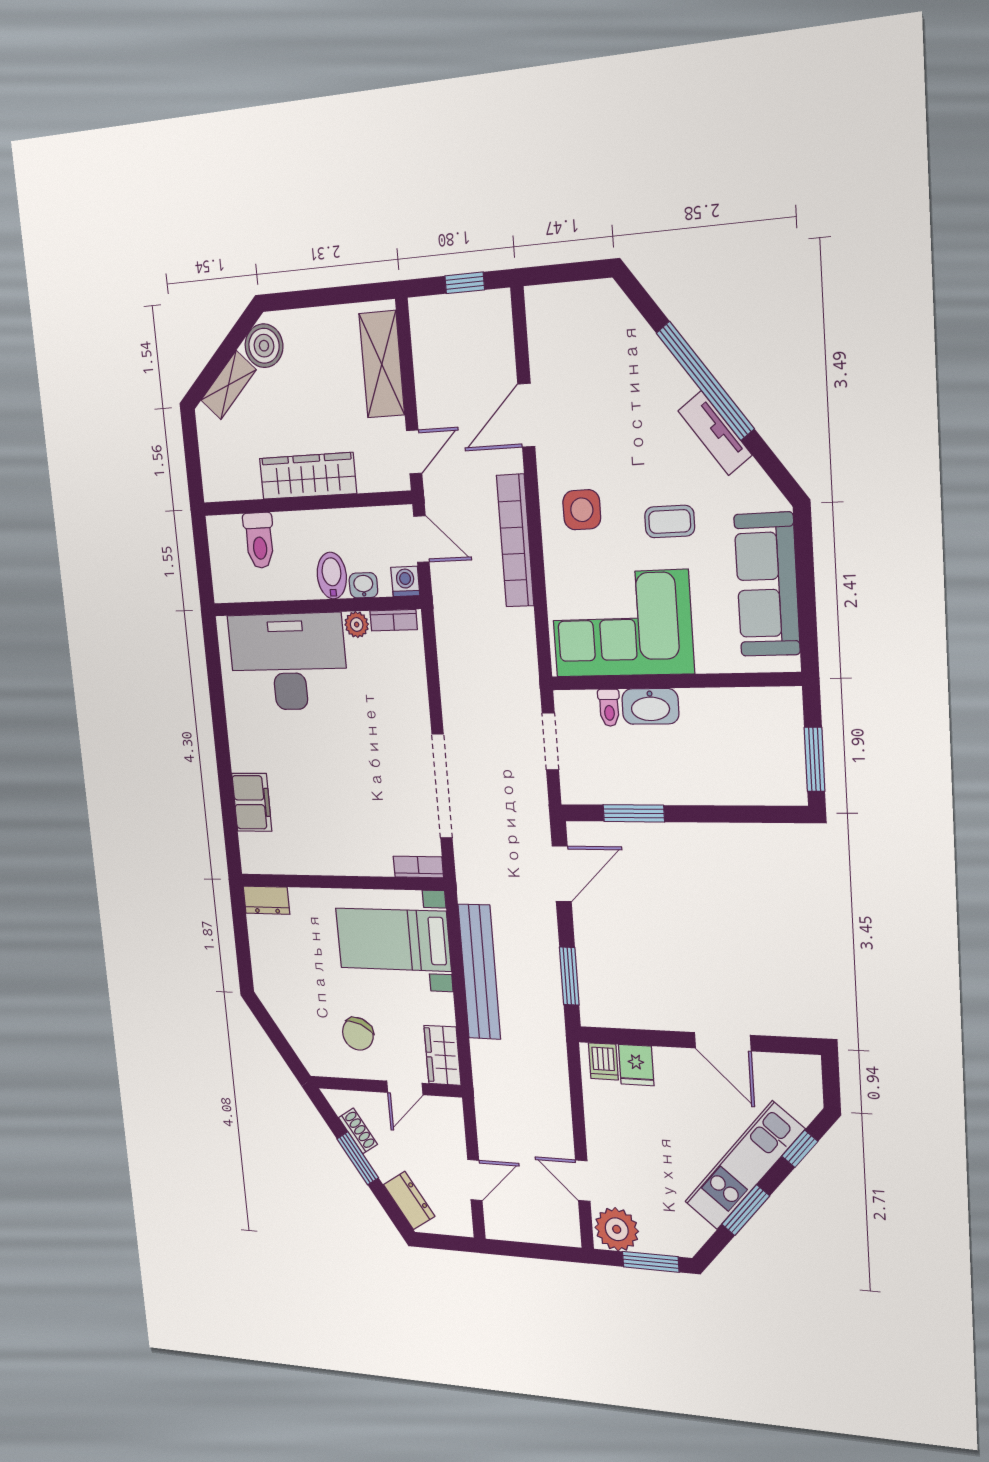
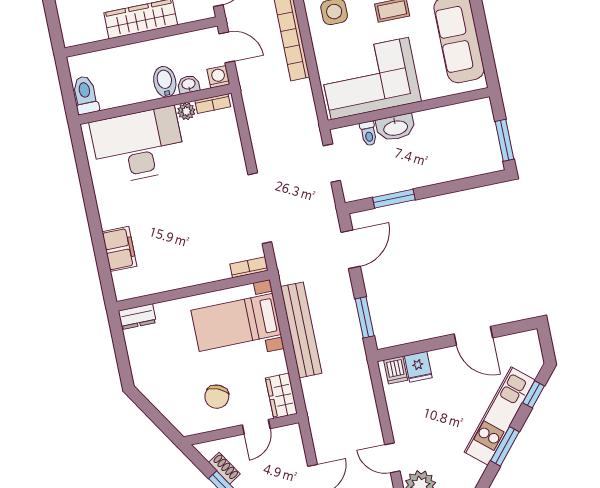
toilet: (259, 540) -> (85, 95), moved, turned 180

